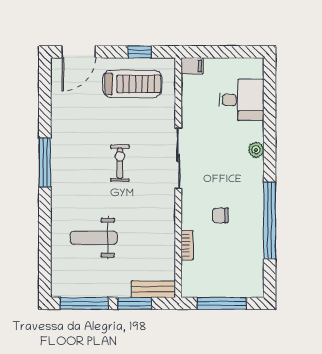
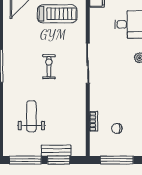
chair: (220, 215) -> (117, 128), moved
weight bench: (94, 238) -> (31, 116), turned 90
bench: (153, 289) -> (56, 151), moved

